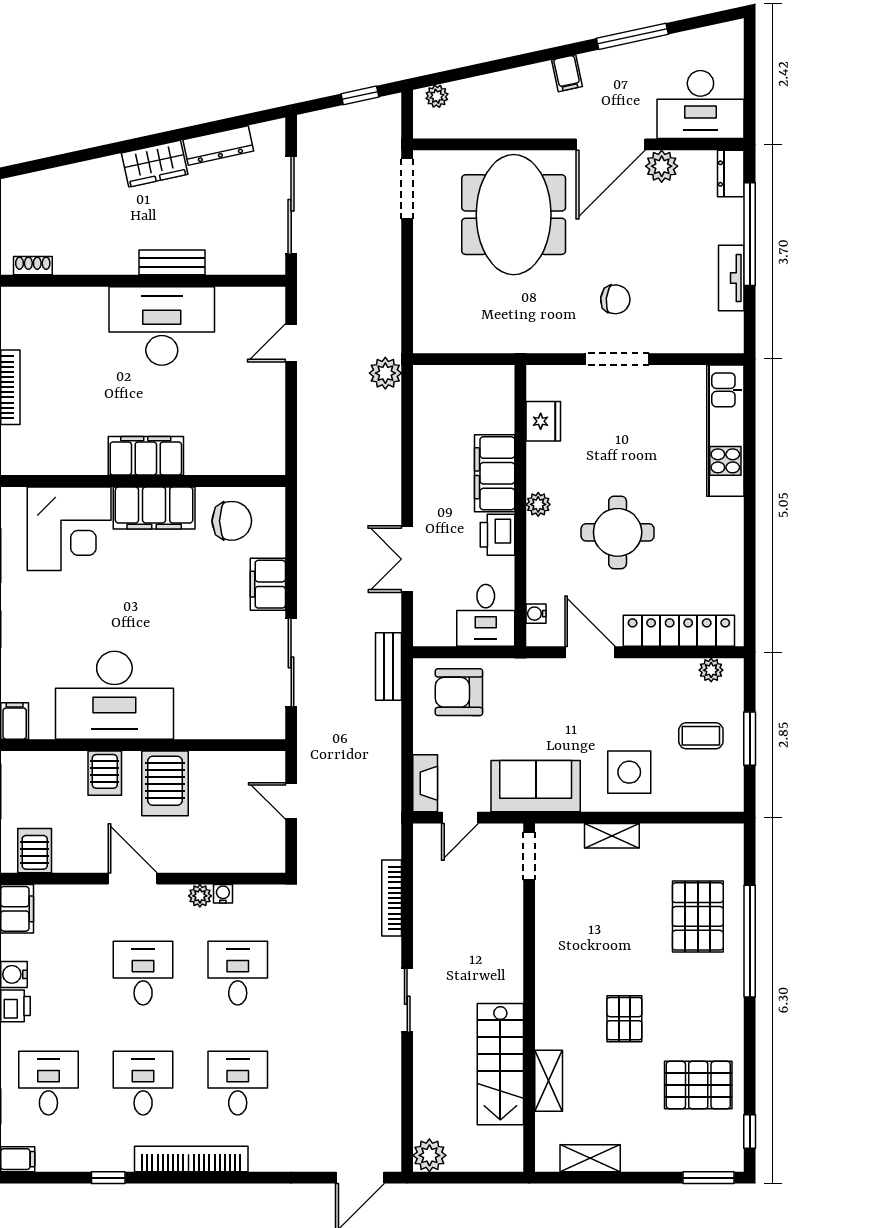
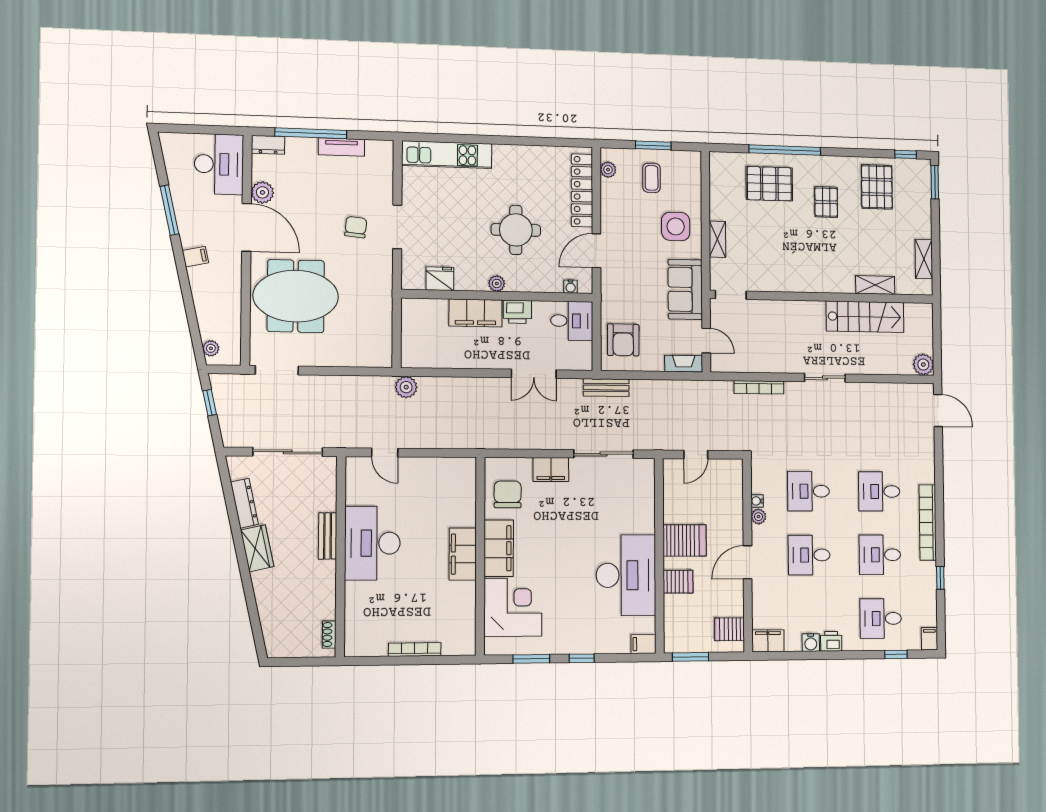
pallet: (624, 1019) -> (826, 202), moved, turned 90

